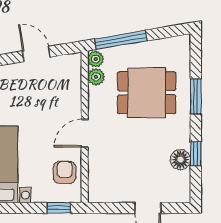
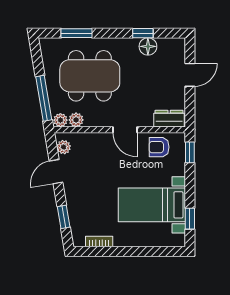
plant: (65, 63) -> (64, 147), added
dining table: (147, 93) -> (90, 76), width x1.38
window: (196, 96) -> (76, 33), moved
dresser: (97, 184) -> (169, 119), added

